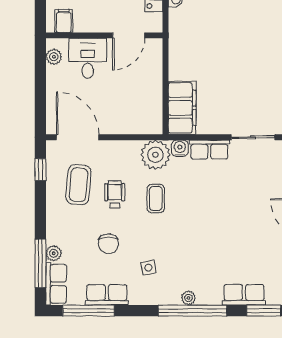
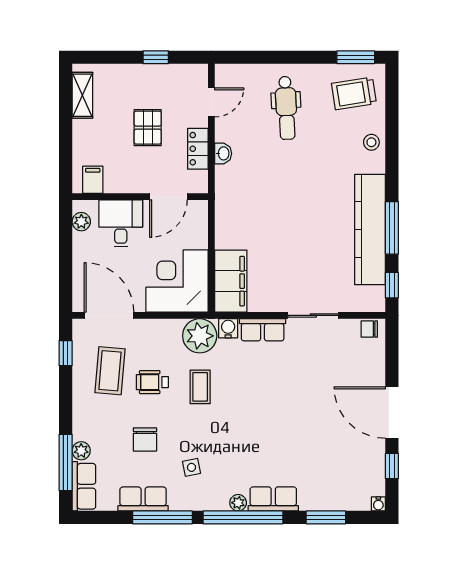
corner desk: (136, 108) -> (177, 281), added
wheelchair: (115, 194) -> (152, 382), turned -90
row of seats: (244, 295) -> (273, 499), moved
window: (89, 311) -> (162, 517), moved

